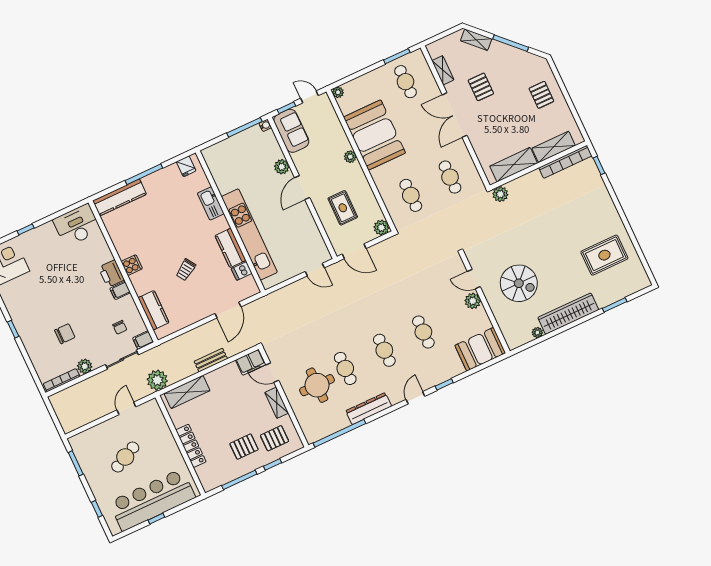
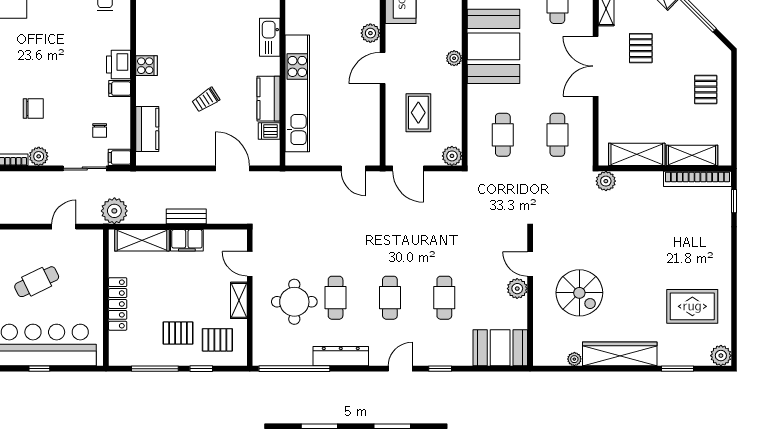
plant: (641, 281) -> (721, 356), added
door: (228, 310) -> (232, 168), swing flipped
filing cabinet: (251, 362) -> (187, 240), moved

